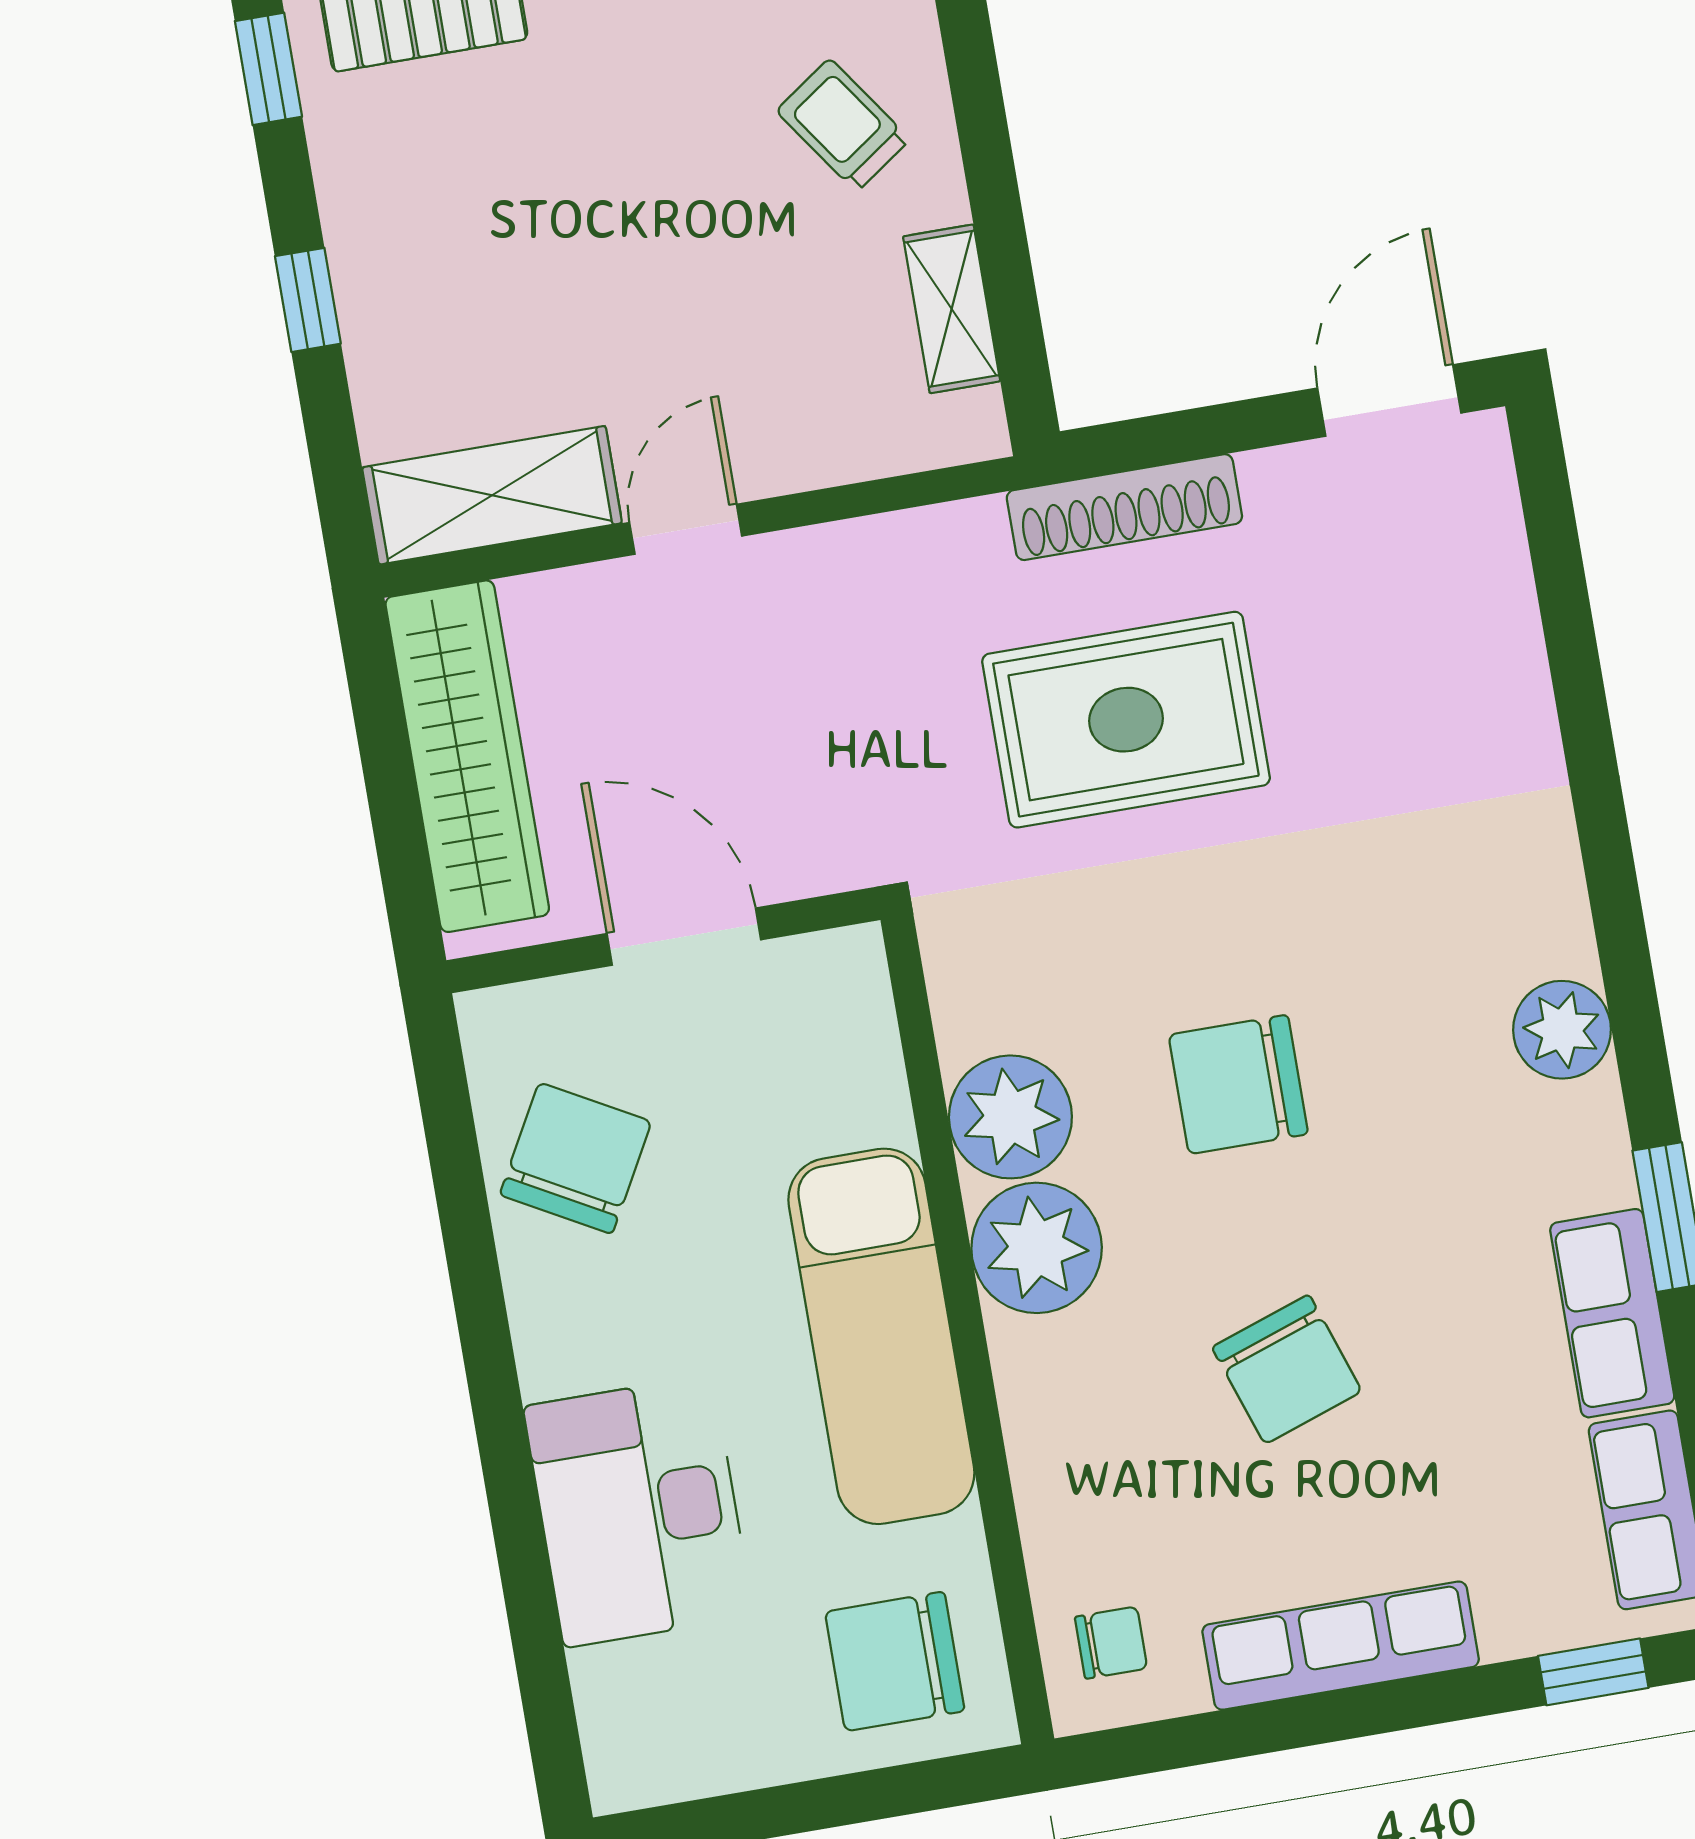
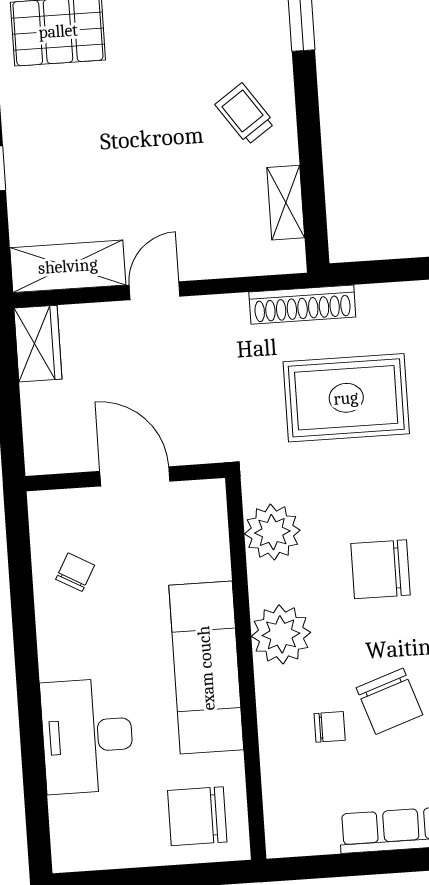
shoe rack: (1124, 507) -> (302, 305), moved
wardrobe: (467, 756) -> (38, 344), width x0.48, depth x0.85
plant: (1010, 1117) -> (272, 532), moved
chair: (576, 1158) -> (75, 572), width x0.54, depth x0.54
chair: (1111, 1643) -> (330, 727), moved

